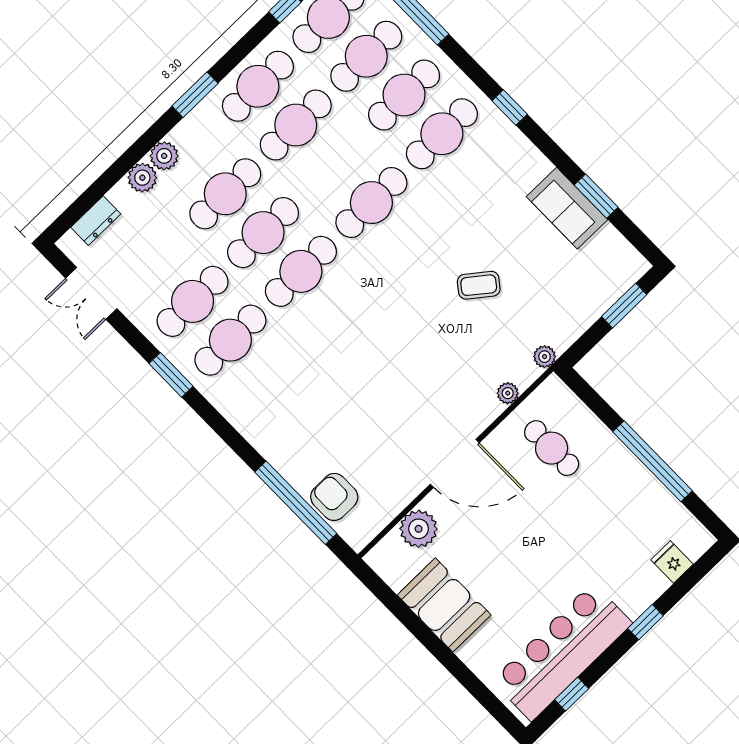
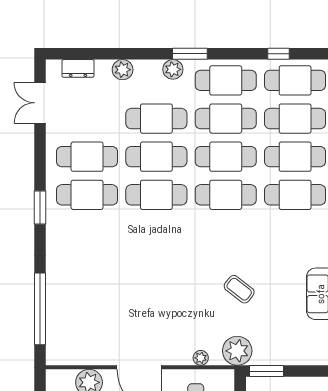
plant: (164, 156) -> (173, 69), moved
cafe table: (334, 164) -> (226, 157), added
window: (624, 306) -> (267, 371), moved
plant: (545, 357) -> (237, 351), width x1.88, depth x1.88
window: (171, 375) -> (40, 208), moved
armchair: (334, 497) -> (62, 325), removed

